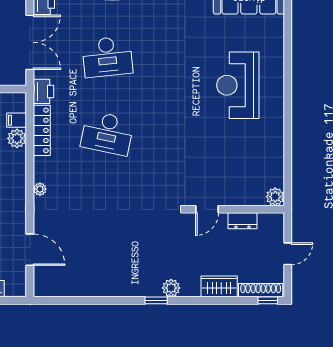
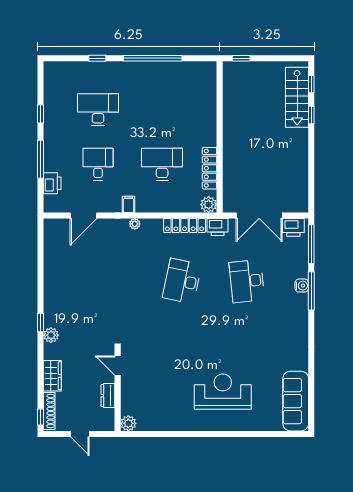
filing cabinet: (17, 120) -> (129, 204), moved
plant: (17, 138) -> (209, 205), moved

